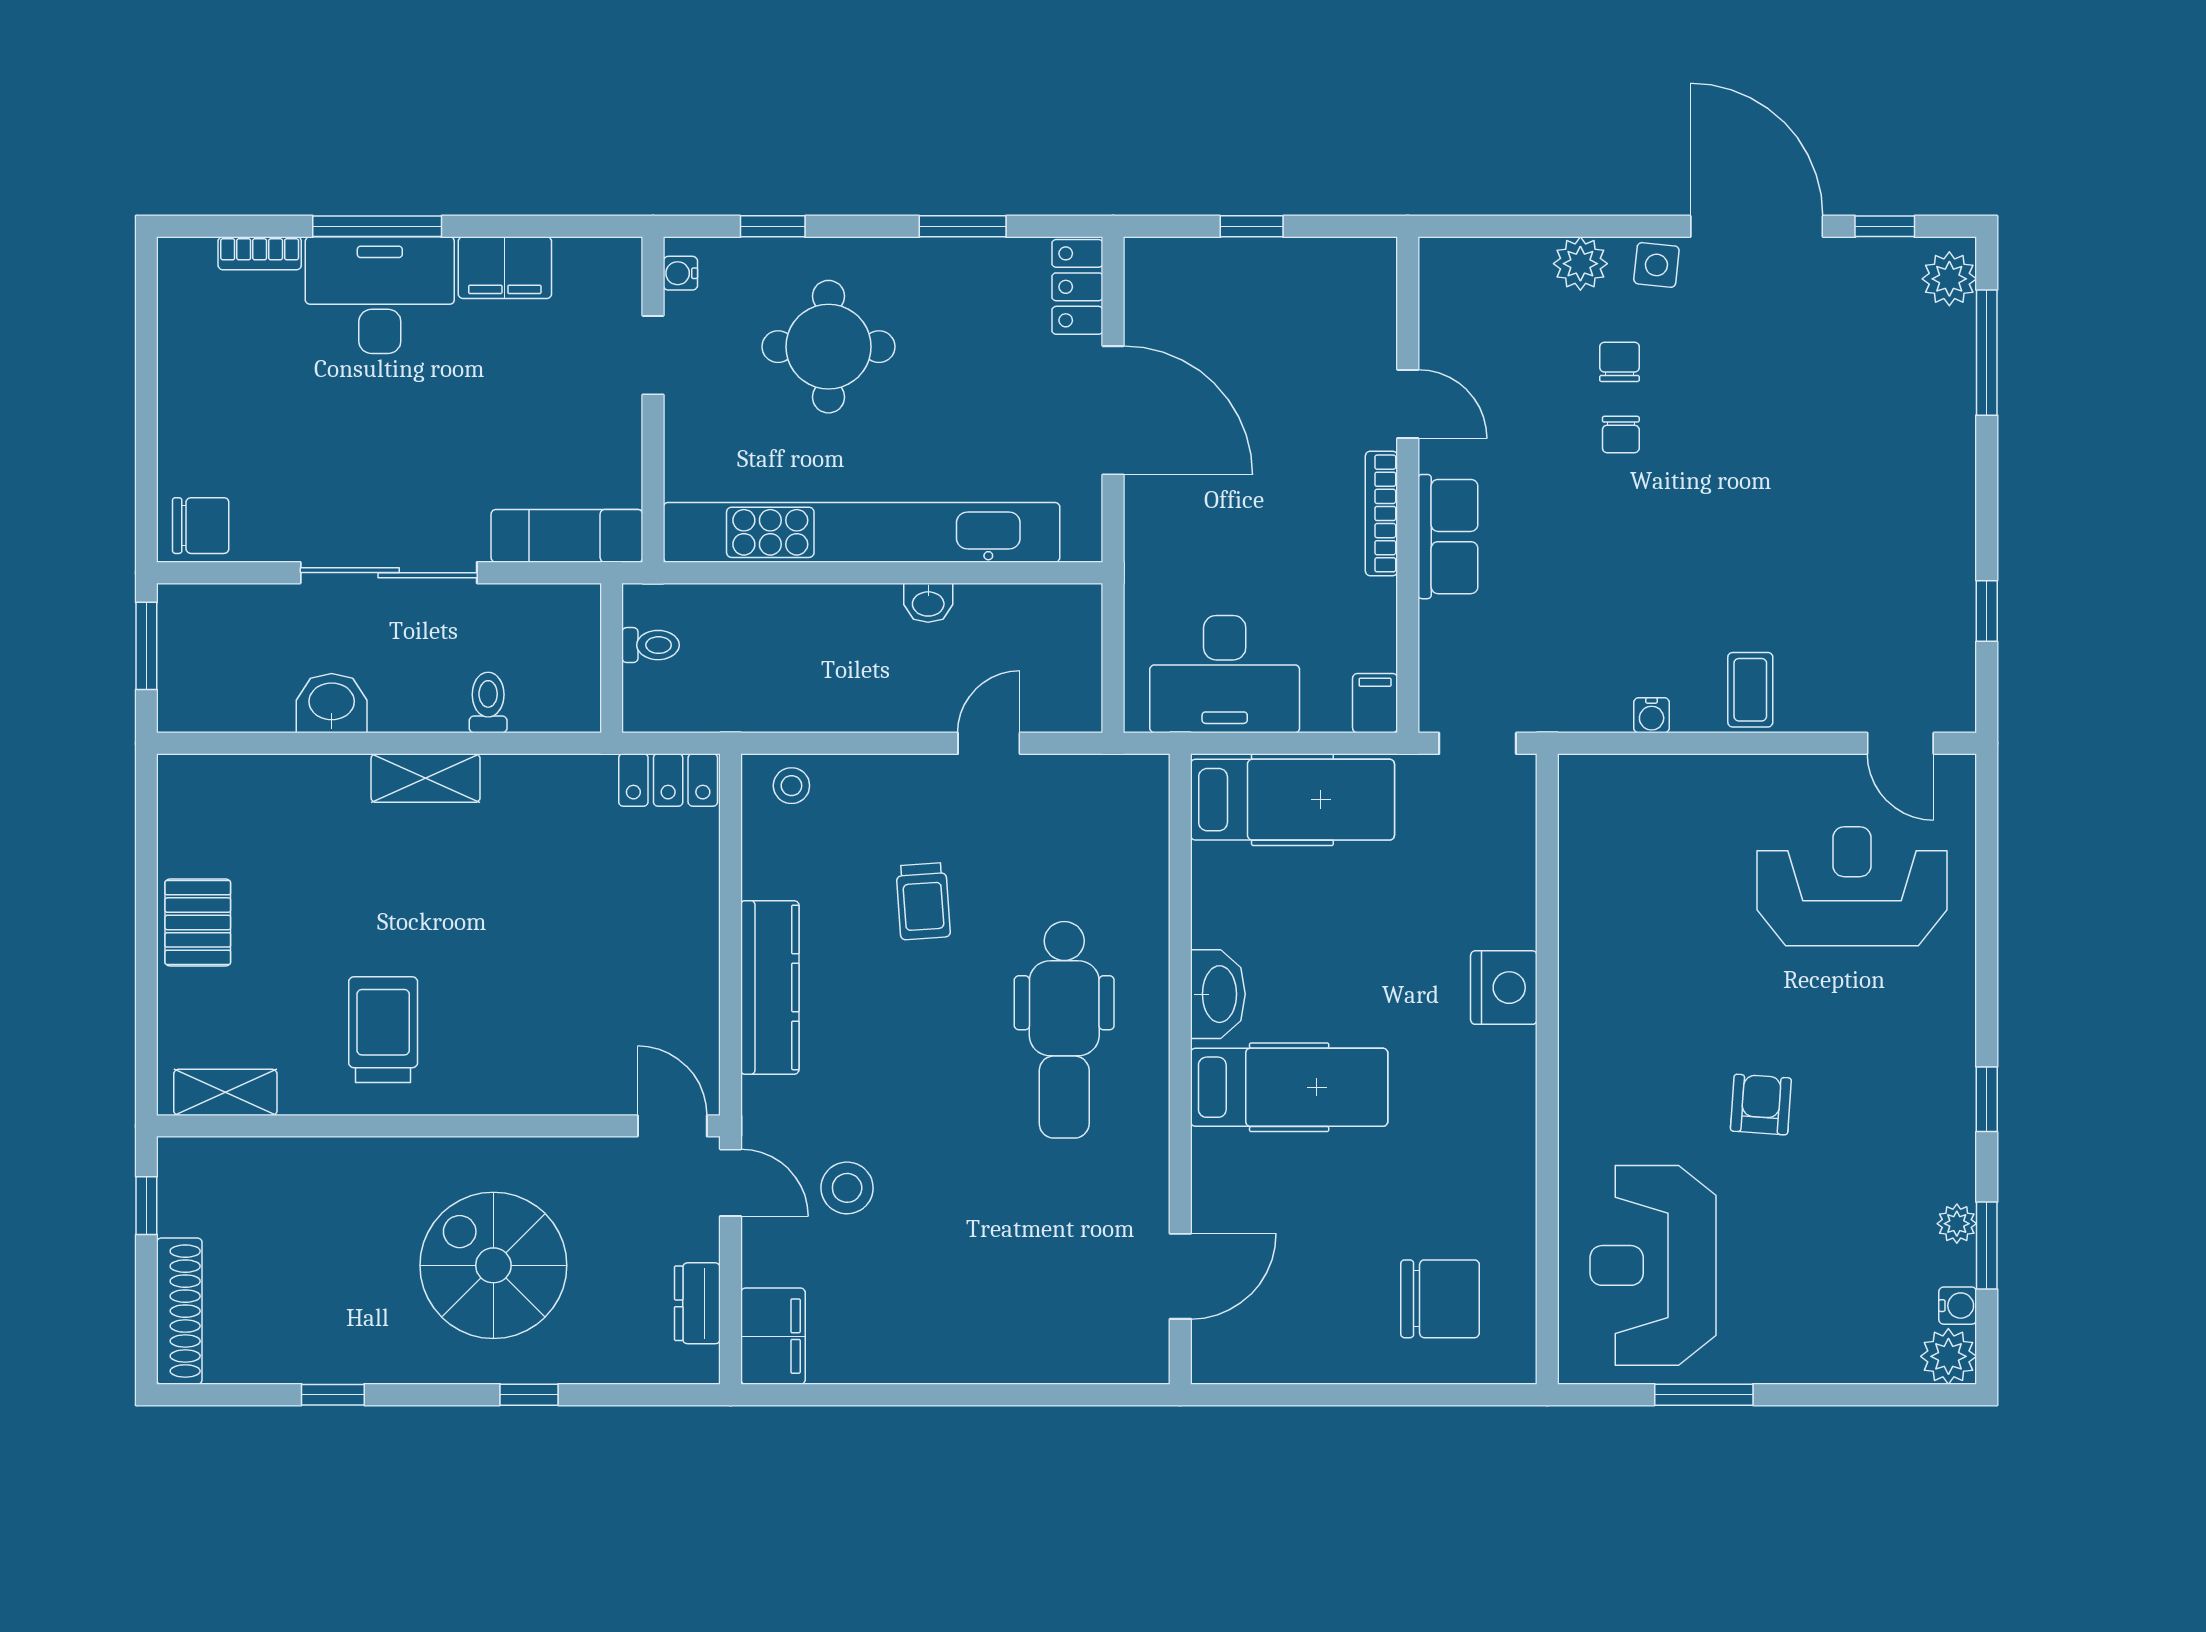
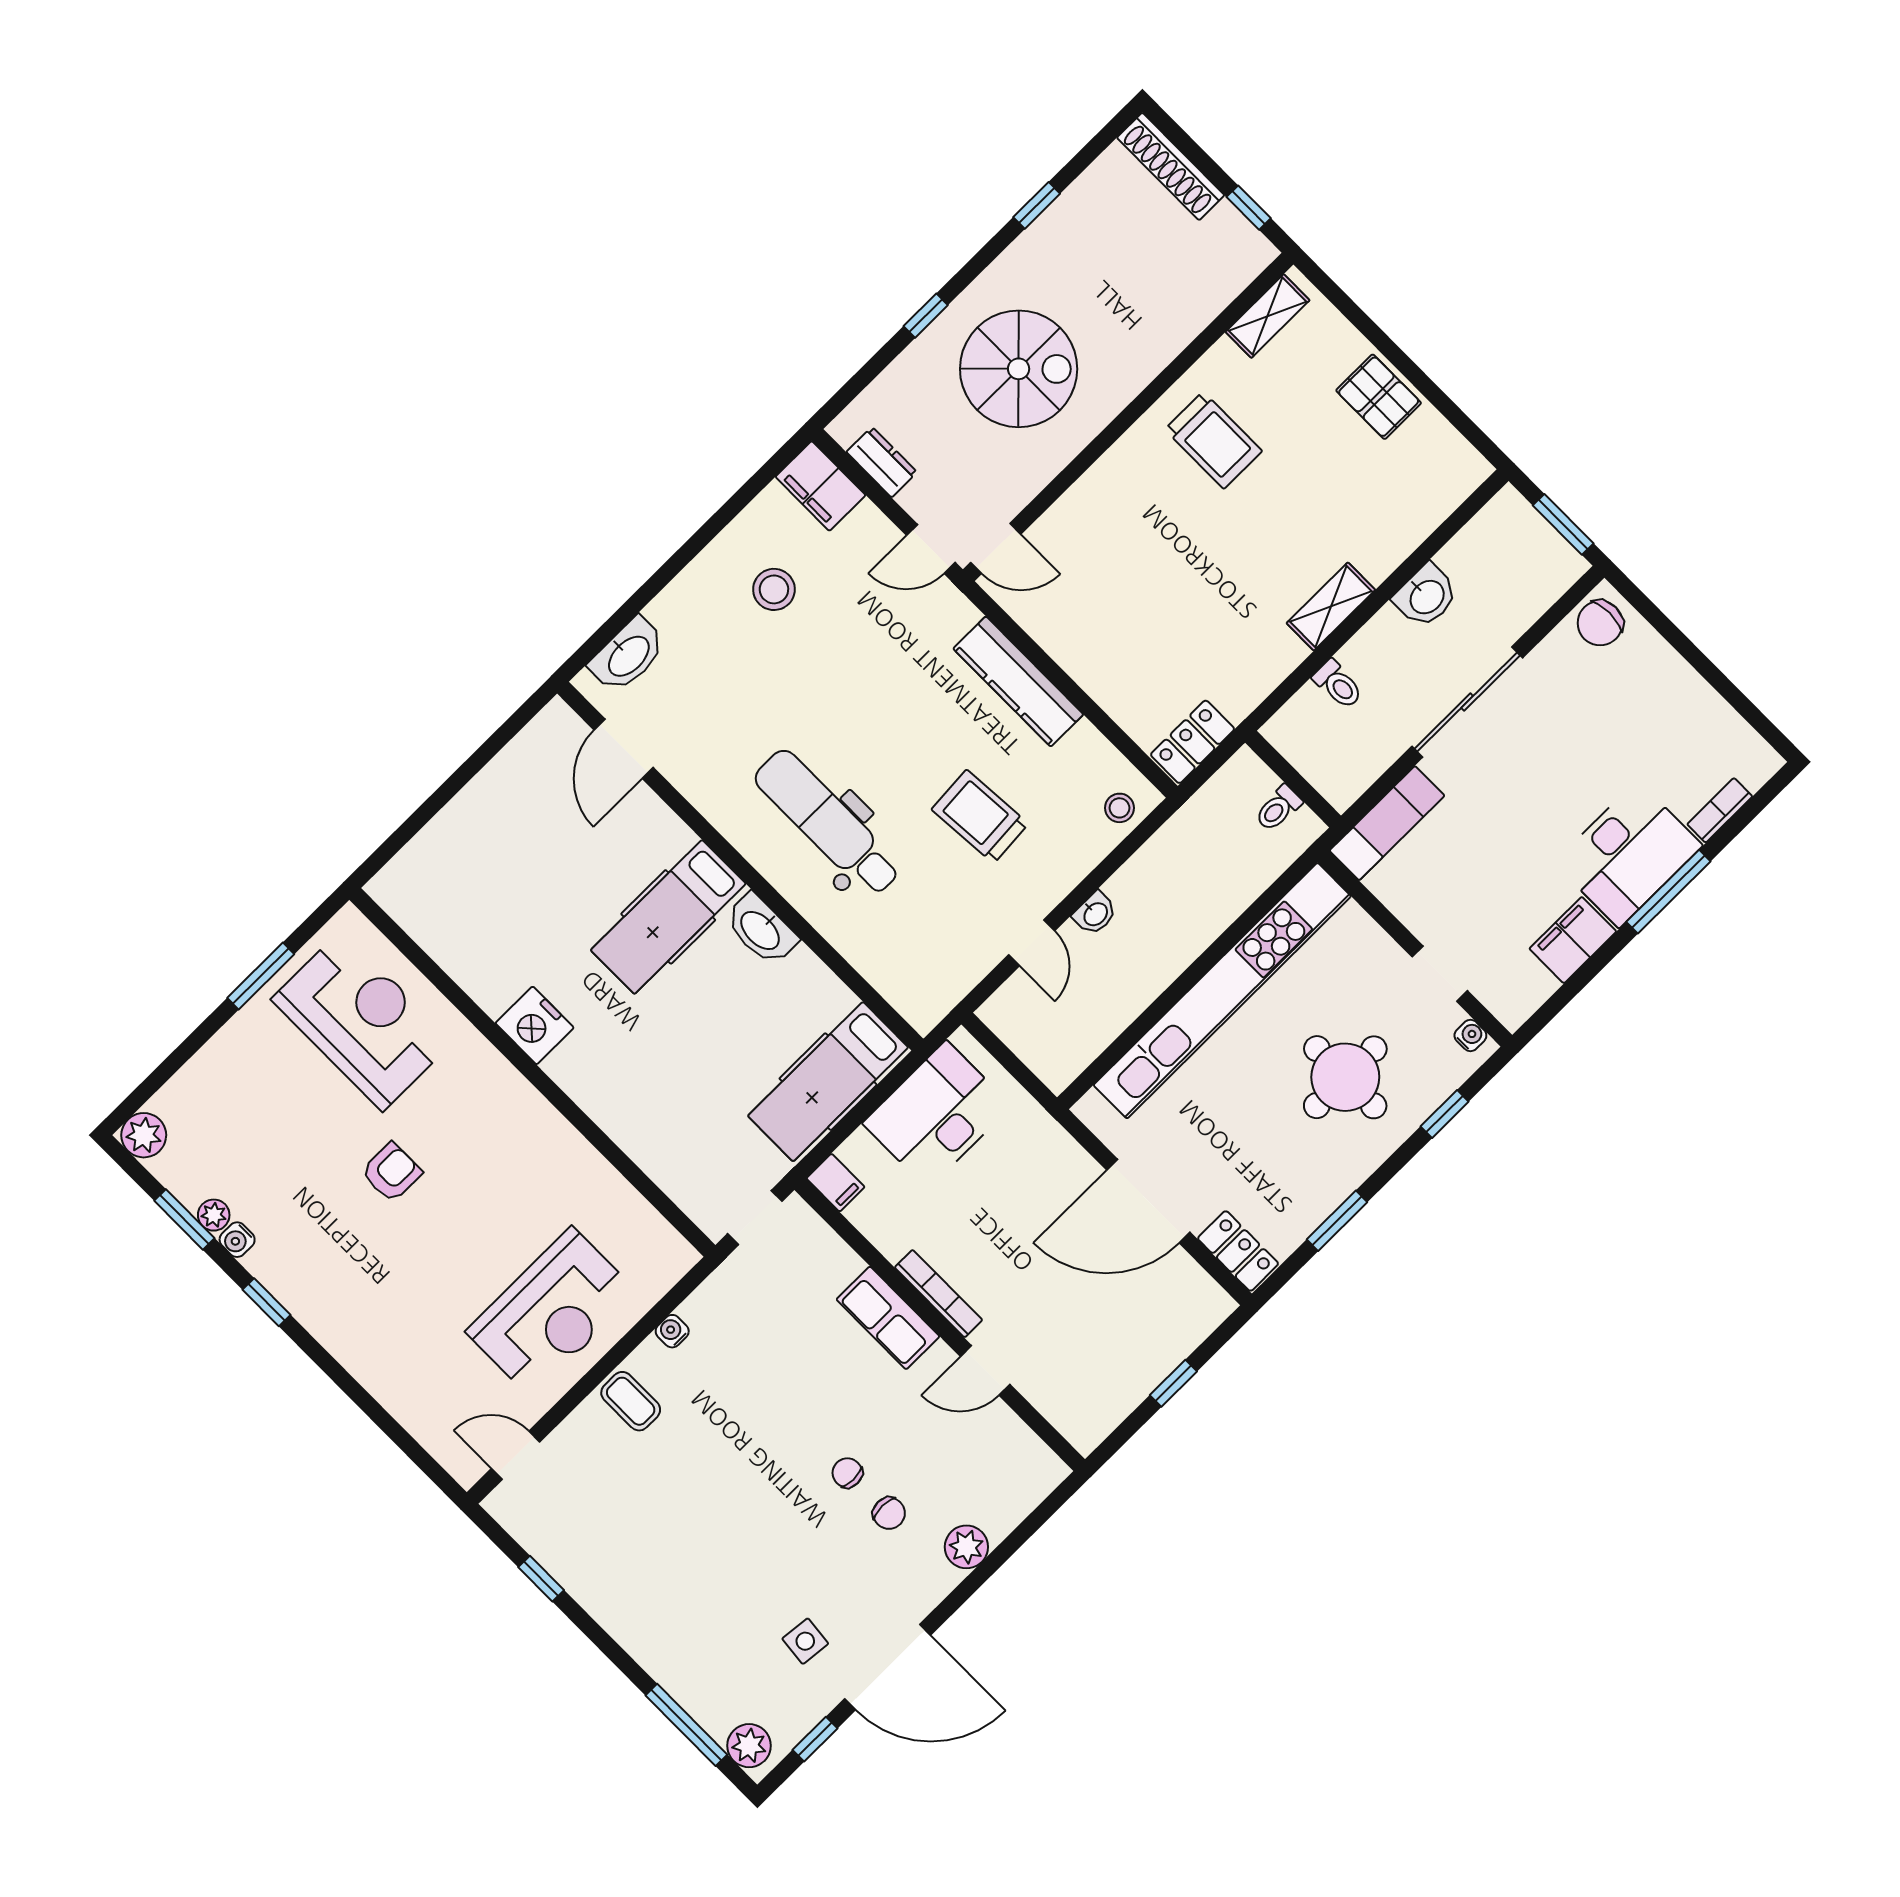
side table: (1656, 265) -> (805, 1641), moved
washbasin: (928, 603) -> (1095, 914), moved, turned 180
reception desk: (1852, 886) -> (551, 1312), moved
trolley: (923, 901) -> (980, 817), width x1.36, depth x1.39
nightstand: (1504, 988) -> (535, 1025), moved
armchair: (1761, 1105) -> (392, 1172), turned -94
stool: (847, 1188) -> (774, 589), moved
chair: (1440, 1299) -> (464, 882), removed
water cooler: (1958, 1306) -> (237, 1240), moved
washbasin: (1094, 1356) -> (628, 655), added

